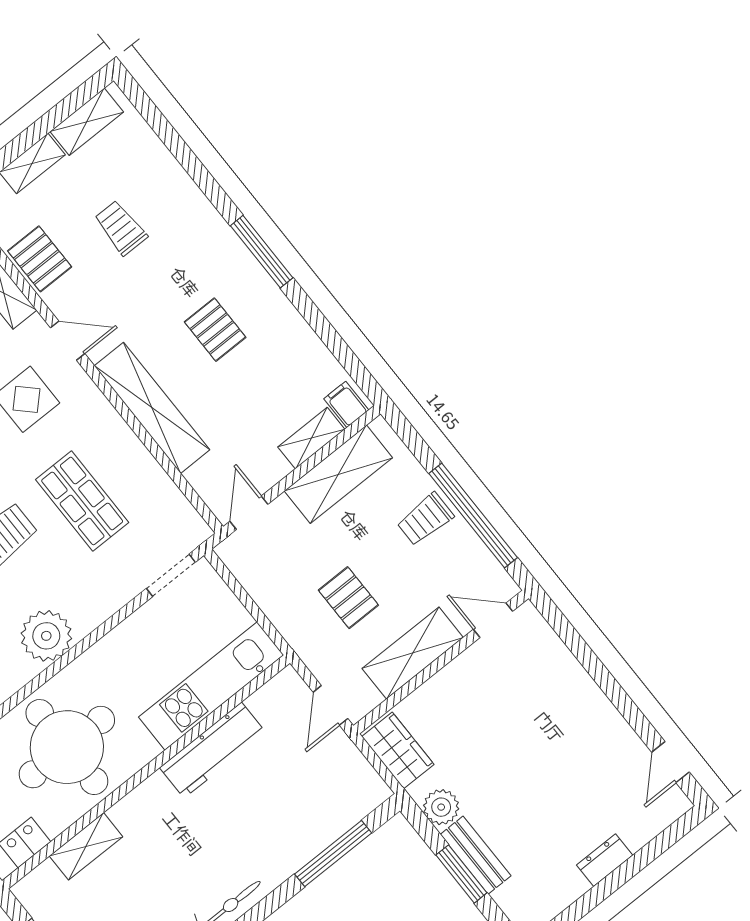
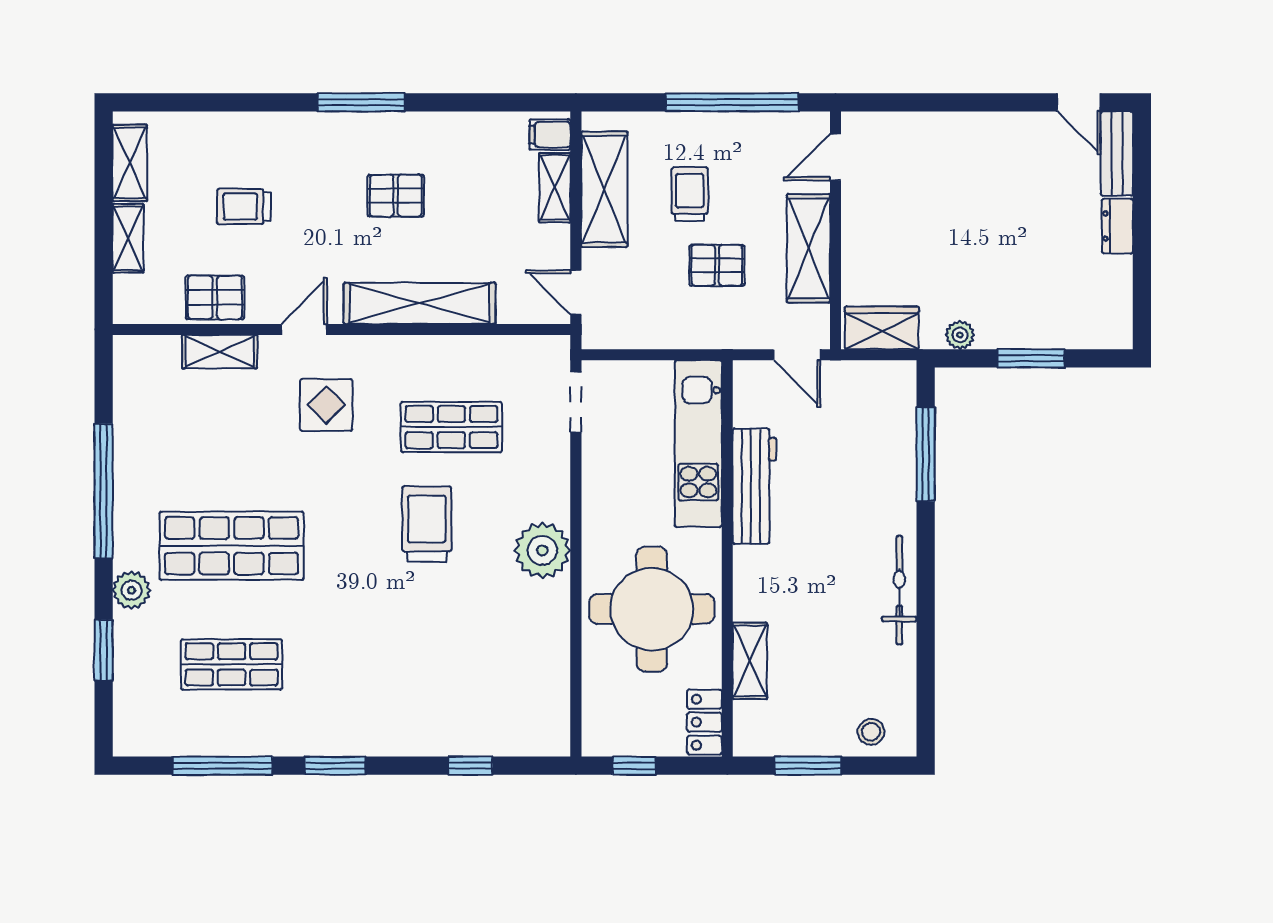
trolley: (425, 519) -> (690, 194), moved, turned 180
plant: (441, 807) -> (960, 335), width x0.73, depth x0.73
bench: (476, 855) -> (1117, 154), moved, turned 90

